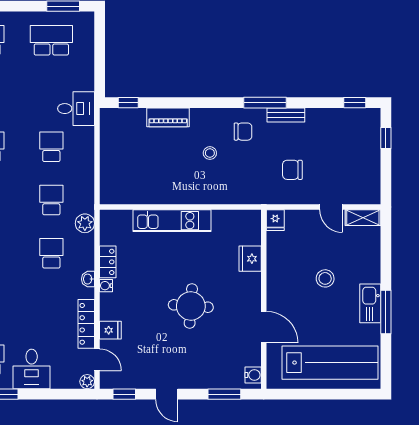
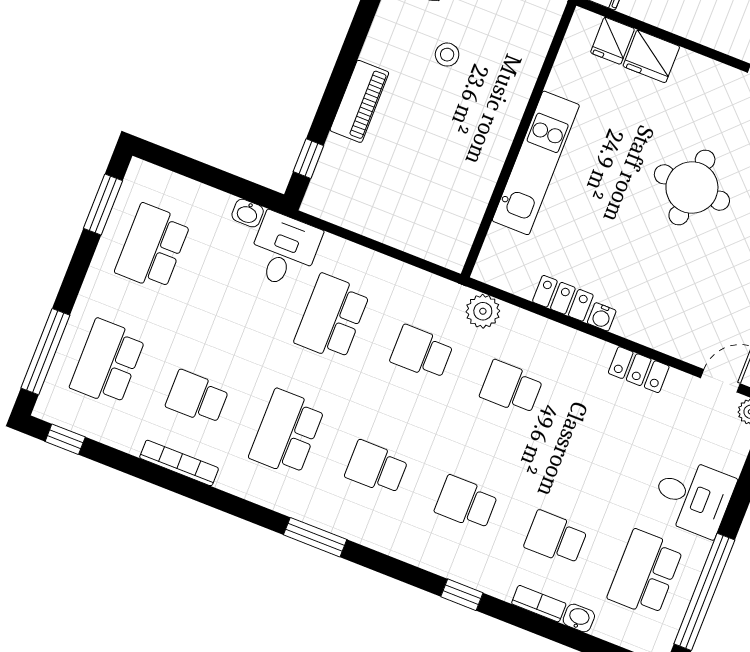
school desk: (51, 147) -> (332, 317), width x1.85
washbasin: (88, 279) -> (248, 213), moved
locker: (86, 324) -> (639, 370), width x0.66
fridge: (110, 330) -> (612, 41), moved, turned 180

